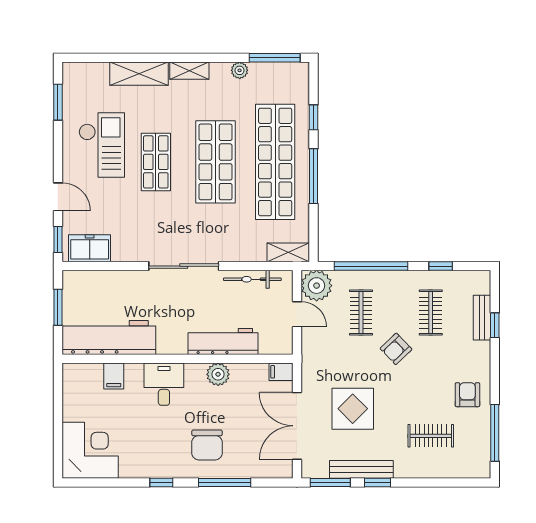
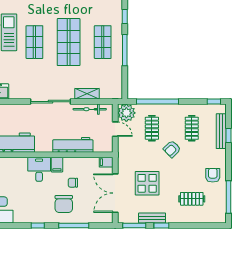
shop shelf: (275, 162) -> (103, 42), width x0.50, depth x0.74
shelving: (288, 252) -> (87, 94), moved
window: (441, 266) -> (214, 102), moved
bench: (482, 318) -> (221, 131), width x1.36
plant: (218, 374) -> (70, 164), removed
filing cabinet: (114, 376) -> (57, 165), moved
chair: (223, 408) -> (73, 183), added
bench: (361, 469) -> (152, 218), width x0.73

